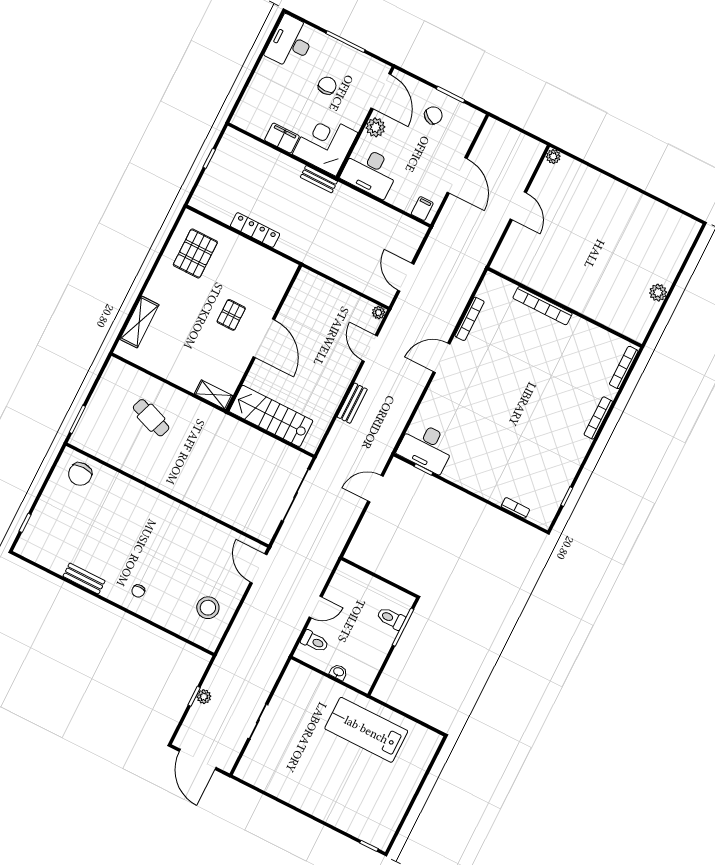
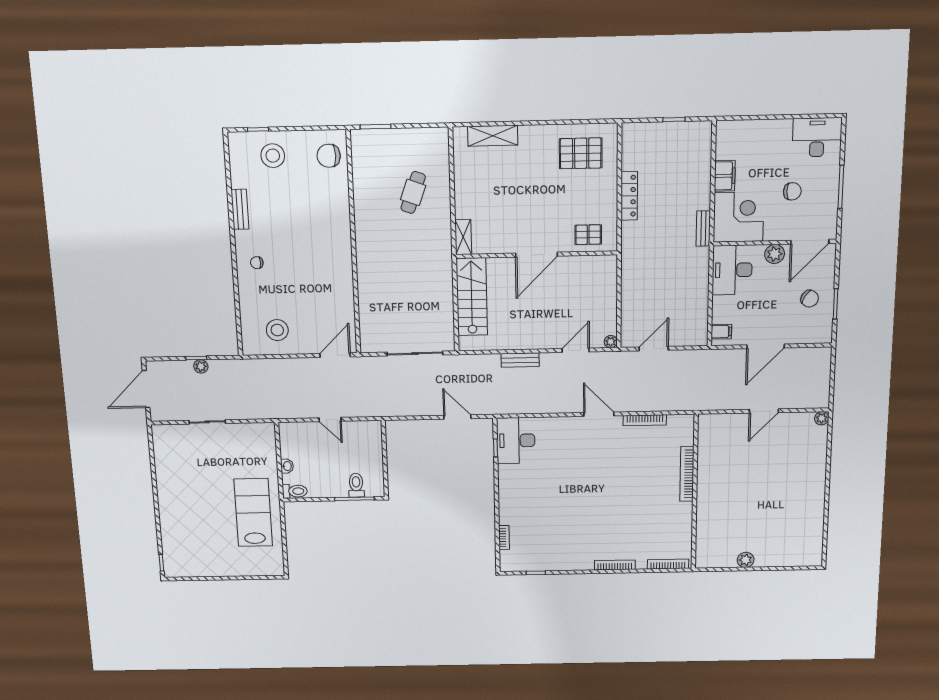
pallet: (231, 315) -> (588, 235), moved
stool: (54, 523) -> (273, 156), added
toilet: (315, 641) -> (295, 491), moved, turned -90

